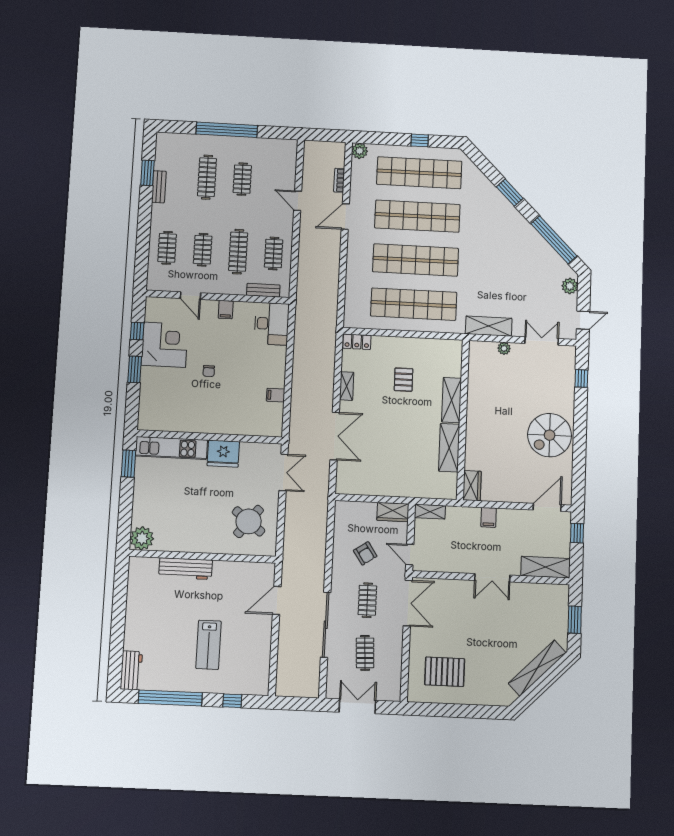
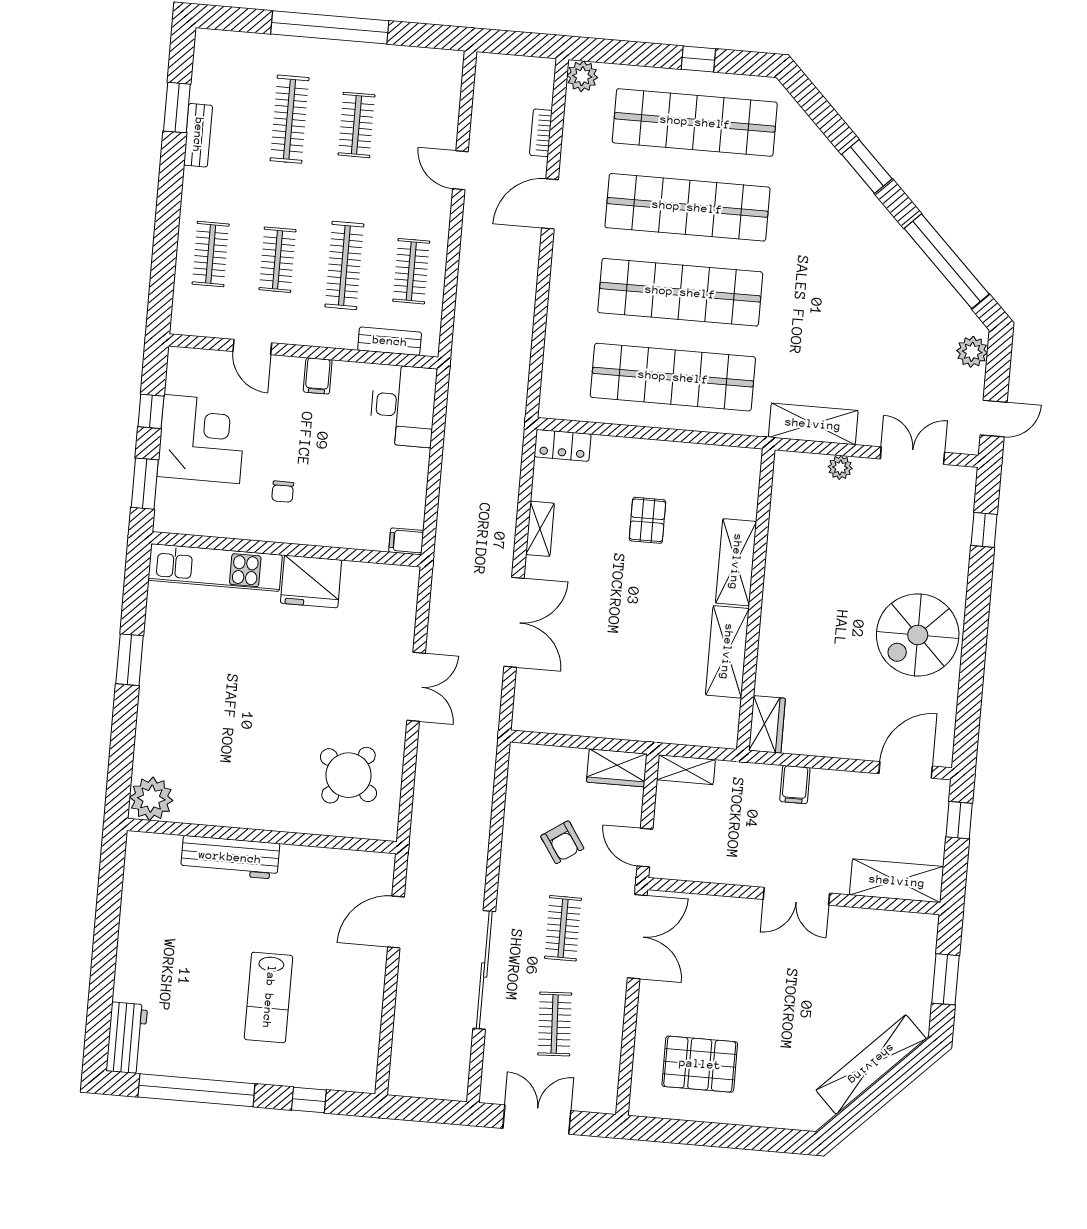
wall: (209, 437) -> (286, 549), moved
kitchen unit: (171, 448) -> (215, 568), moved
fridge: (223, 454) -> (311, 582), moved

